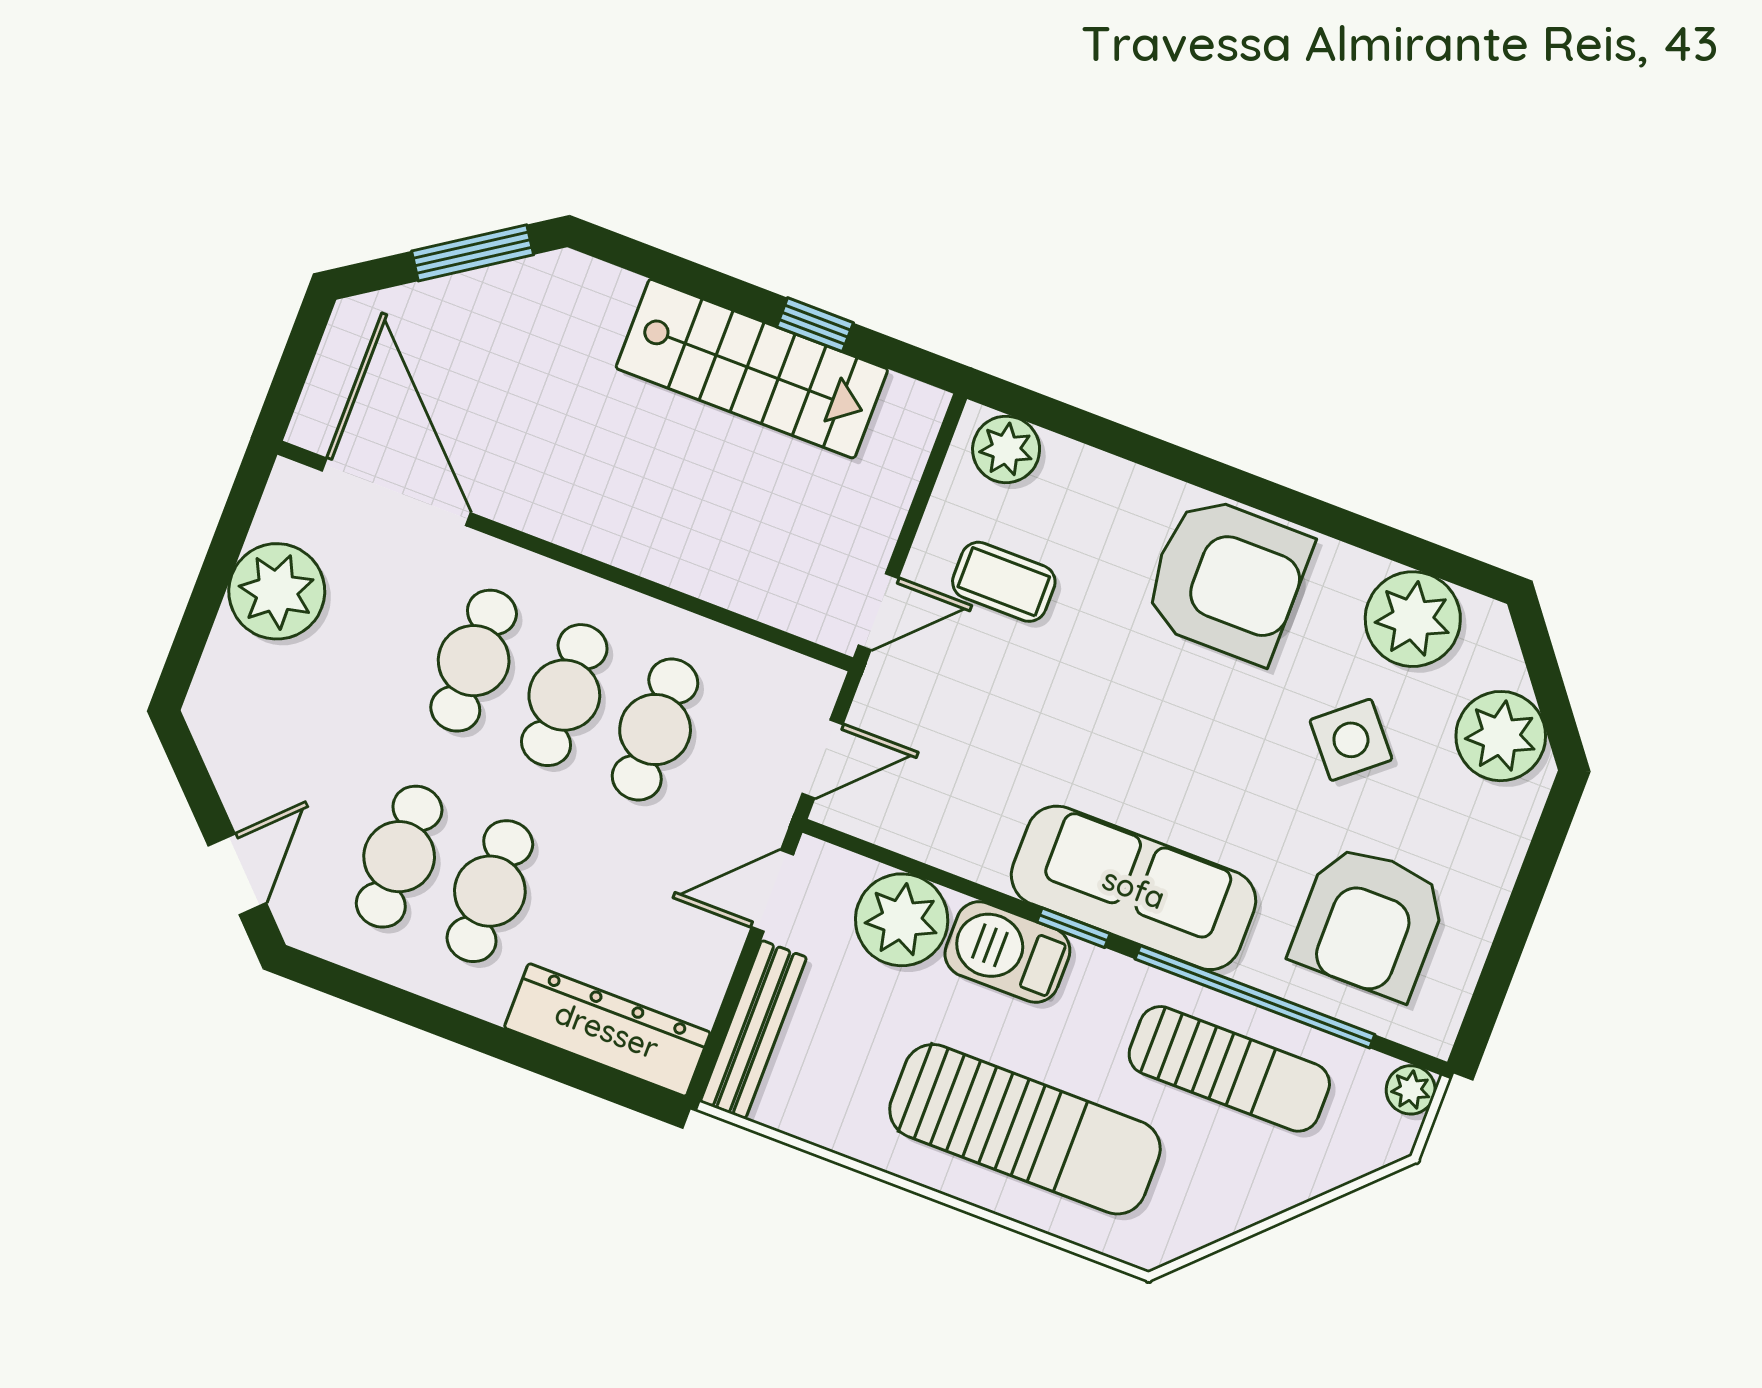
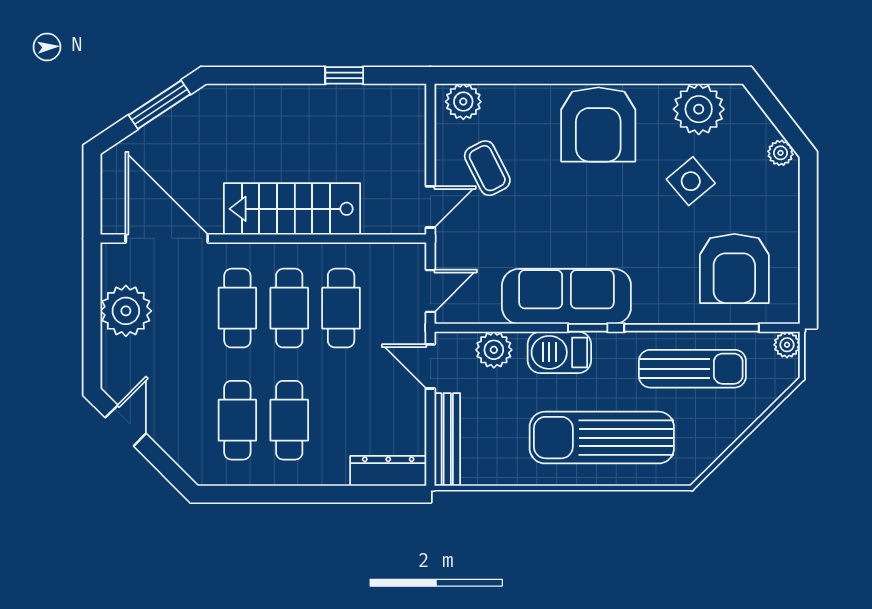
stairs: (752, 369) -> (292, 209), moved, turned 180
armchair: (1227, 579) -> (598, 124), turned 90
coffee table: (1004, 582) -> (487, 168), turned 63
plant: (1501, 736) -> (781, 153), width x0.53, depth x0.53
door: (237, 874) -> (126, 426), moved
sofa: (1134, 888) -> (566, 296), moved
door: (772, 891) -> (430, 366), hinge flipped
plant: (902, 920) -> (494, 350), width x0.73, depth x0.73
dresser: (607, 1030) -> (388, 471), width x0.73, depth x0.80
sun lounger: (1025, 1129) -> (602, 438), turned 180

